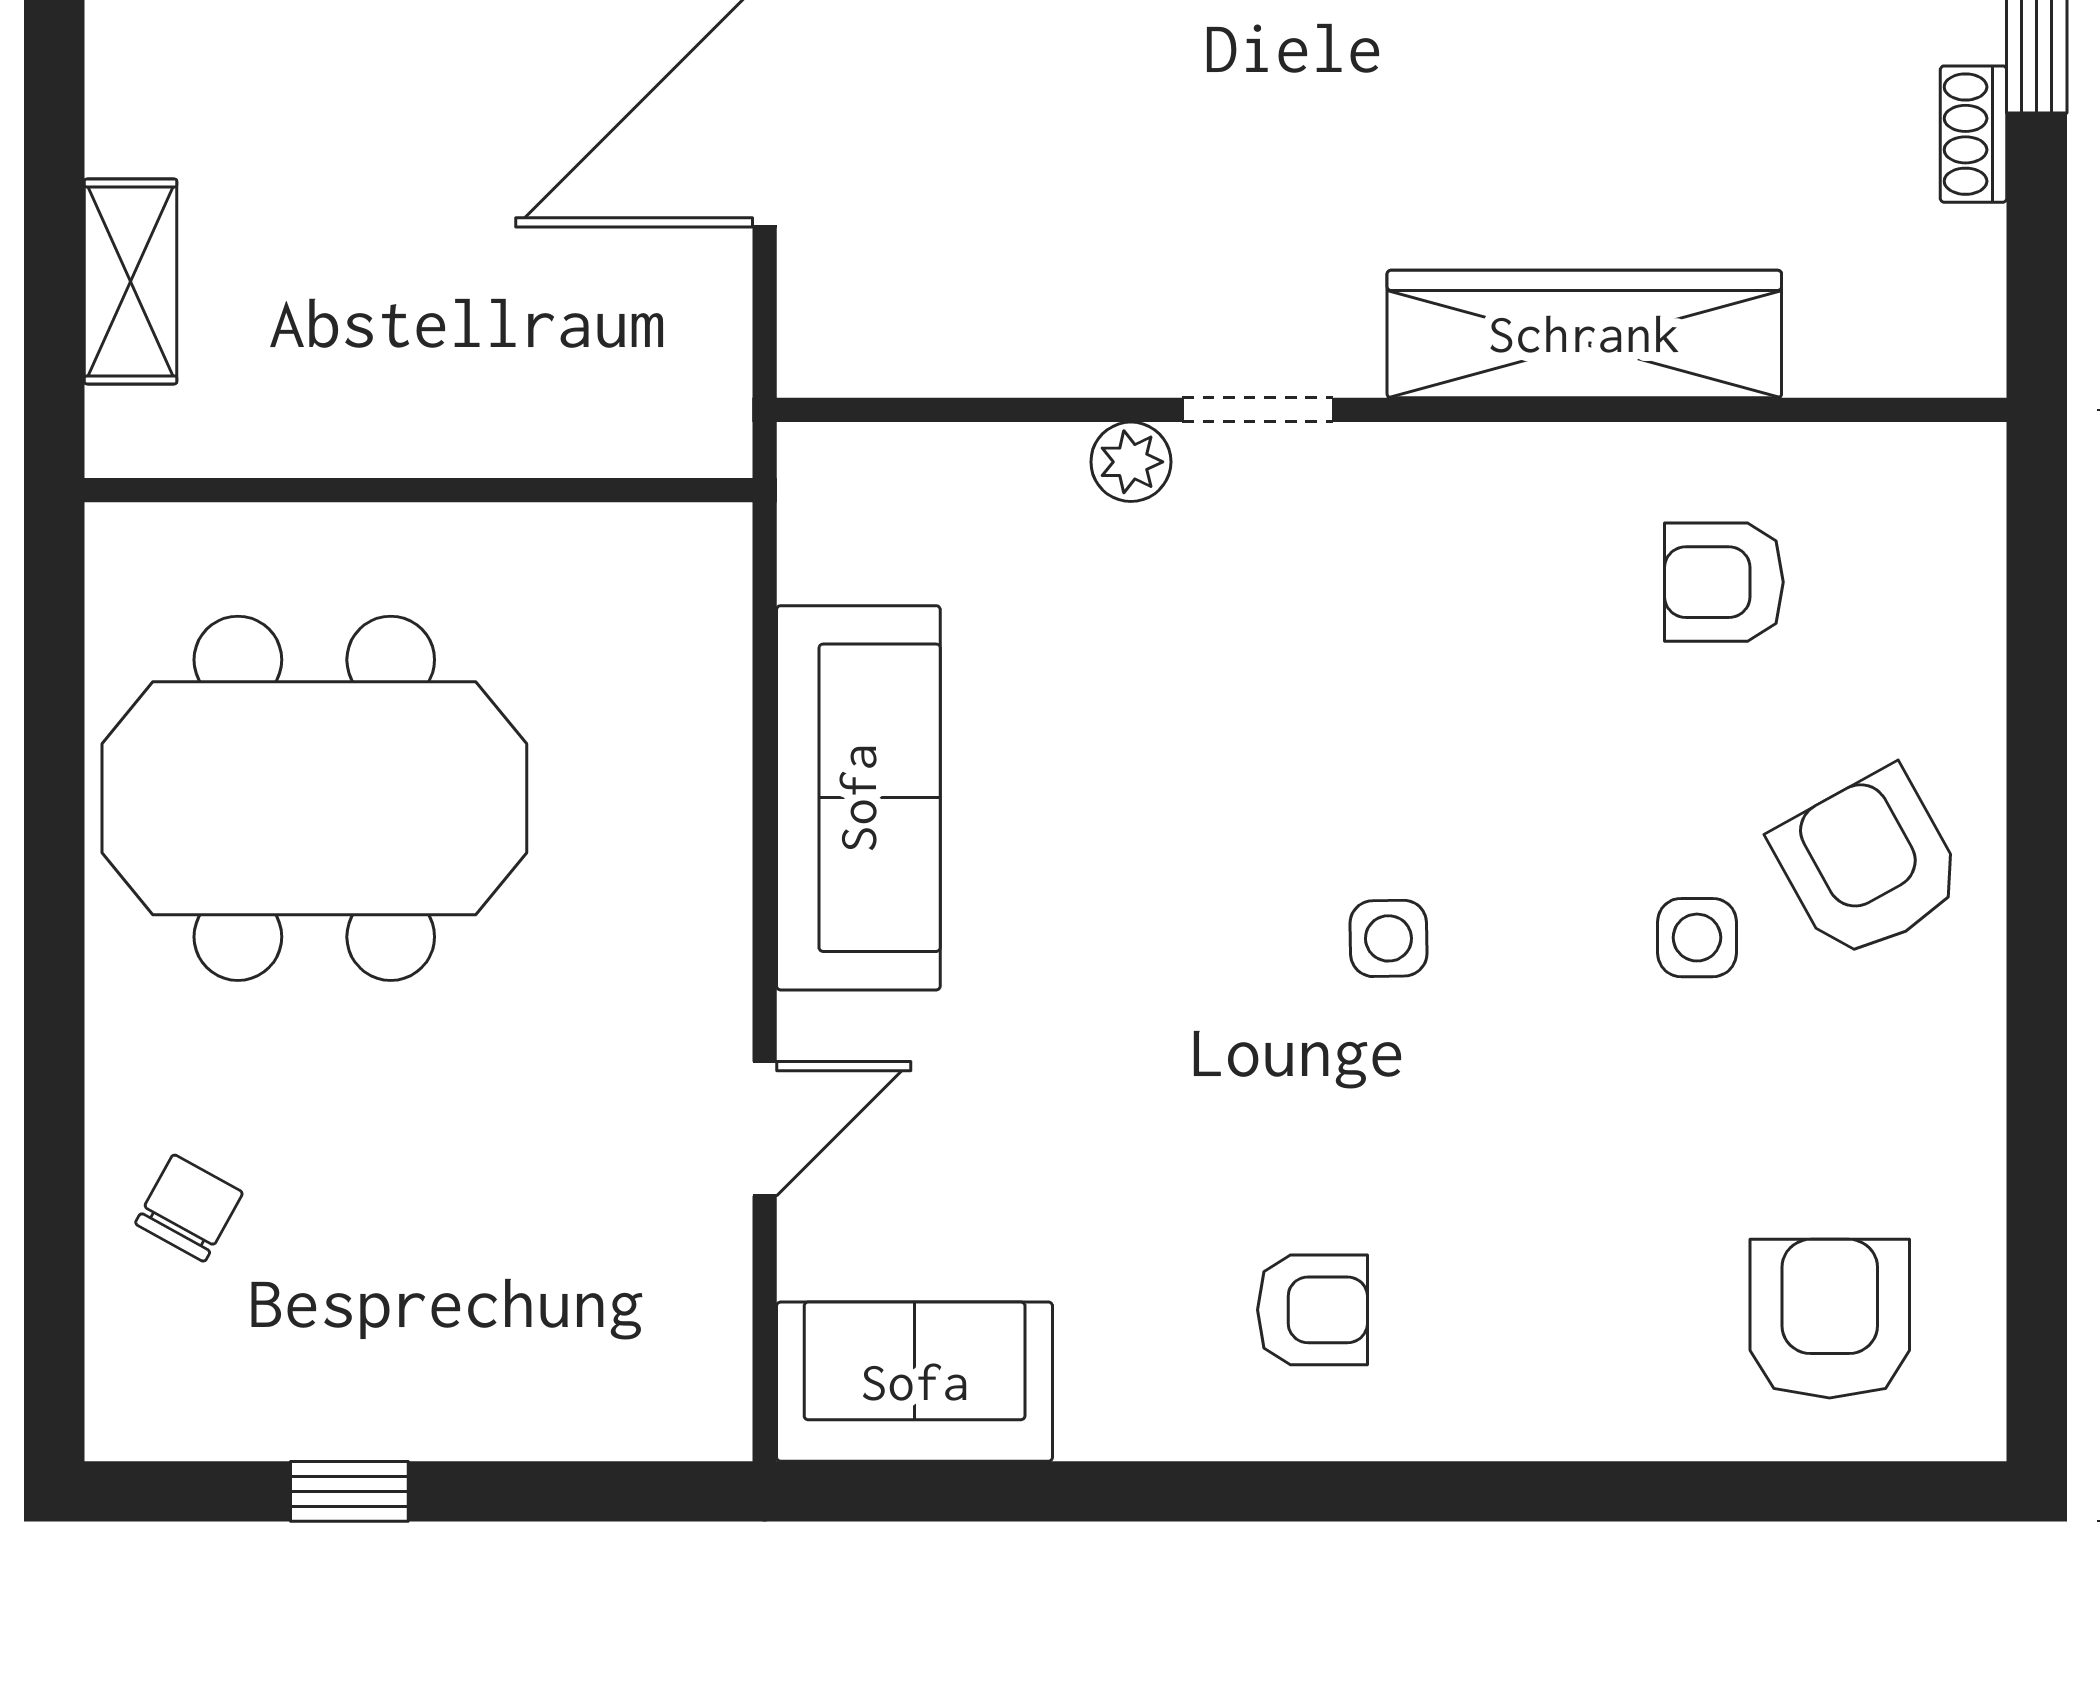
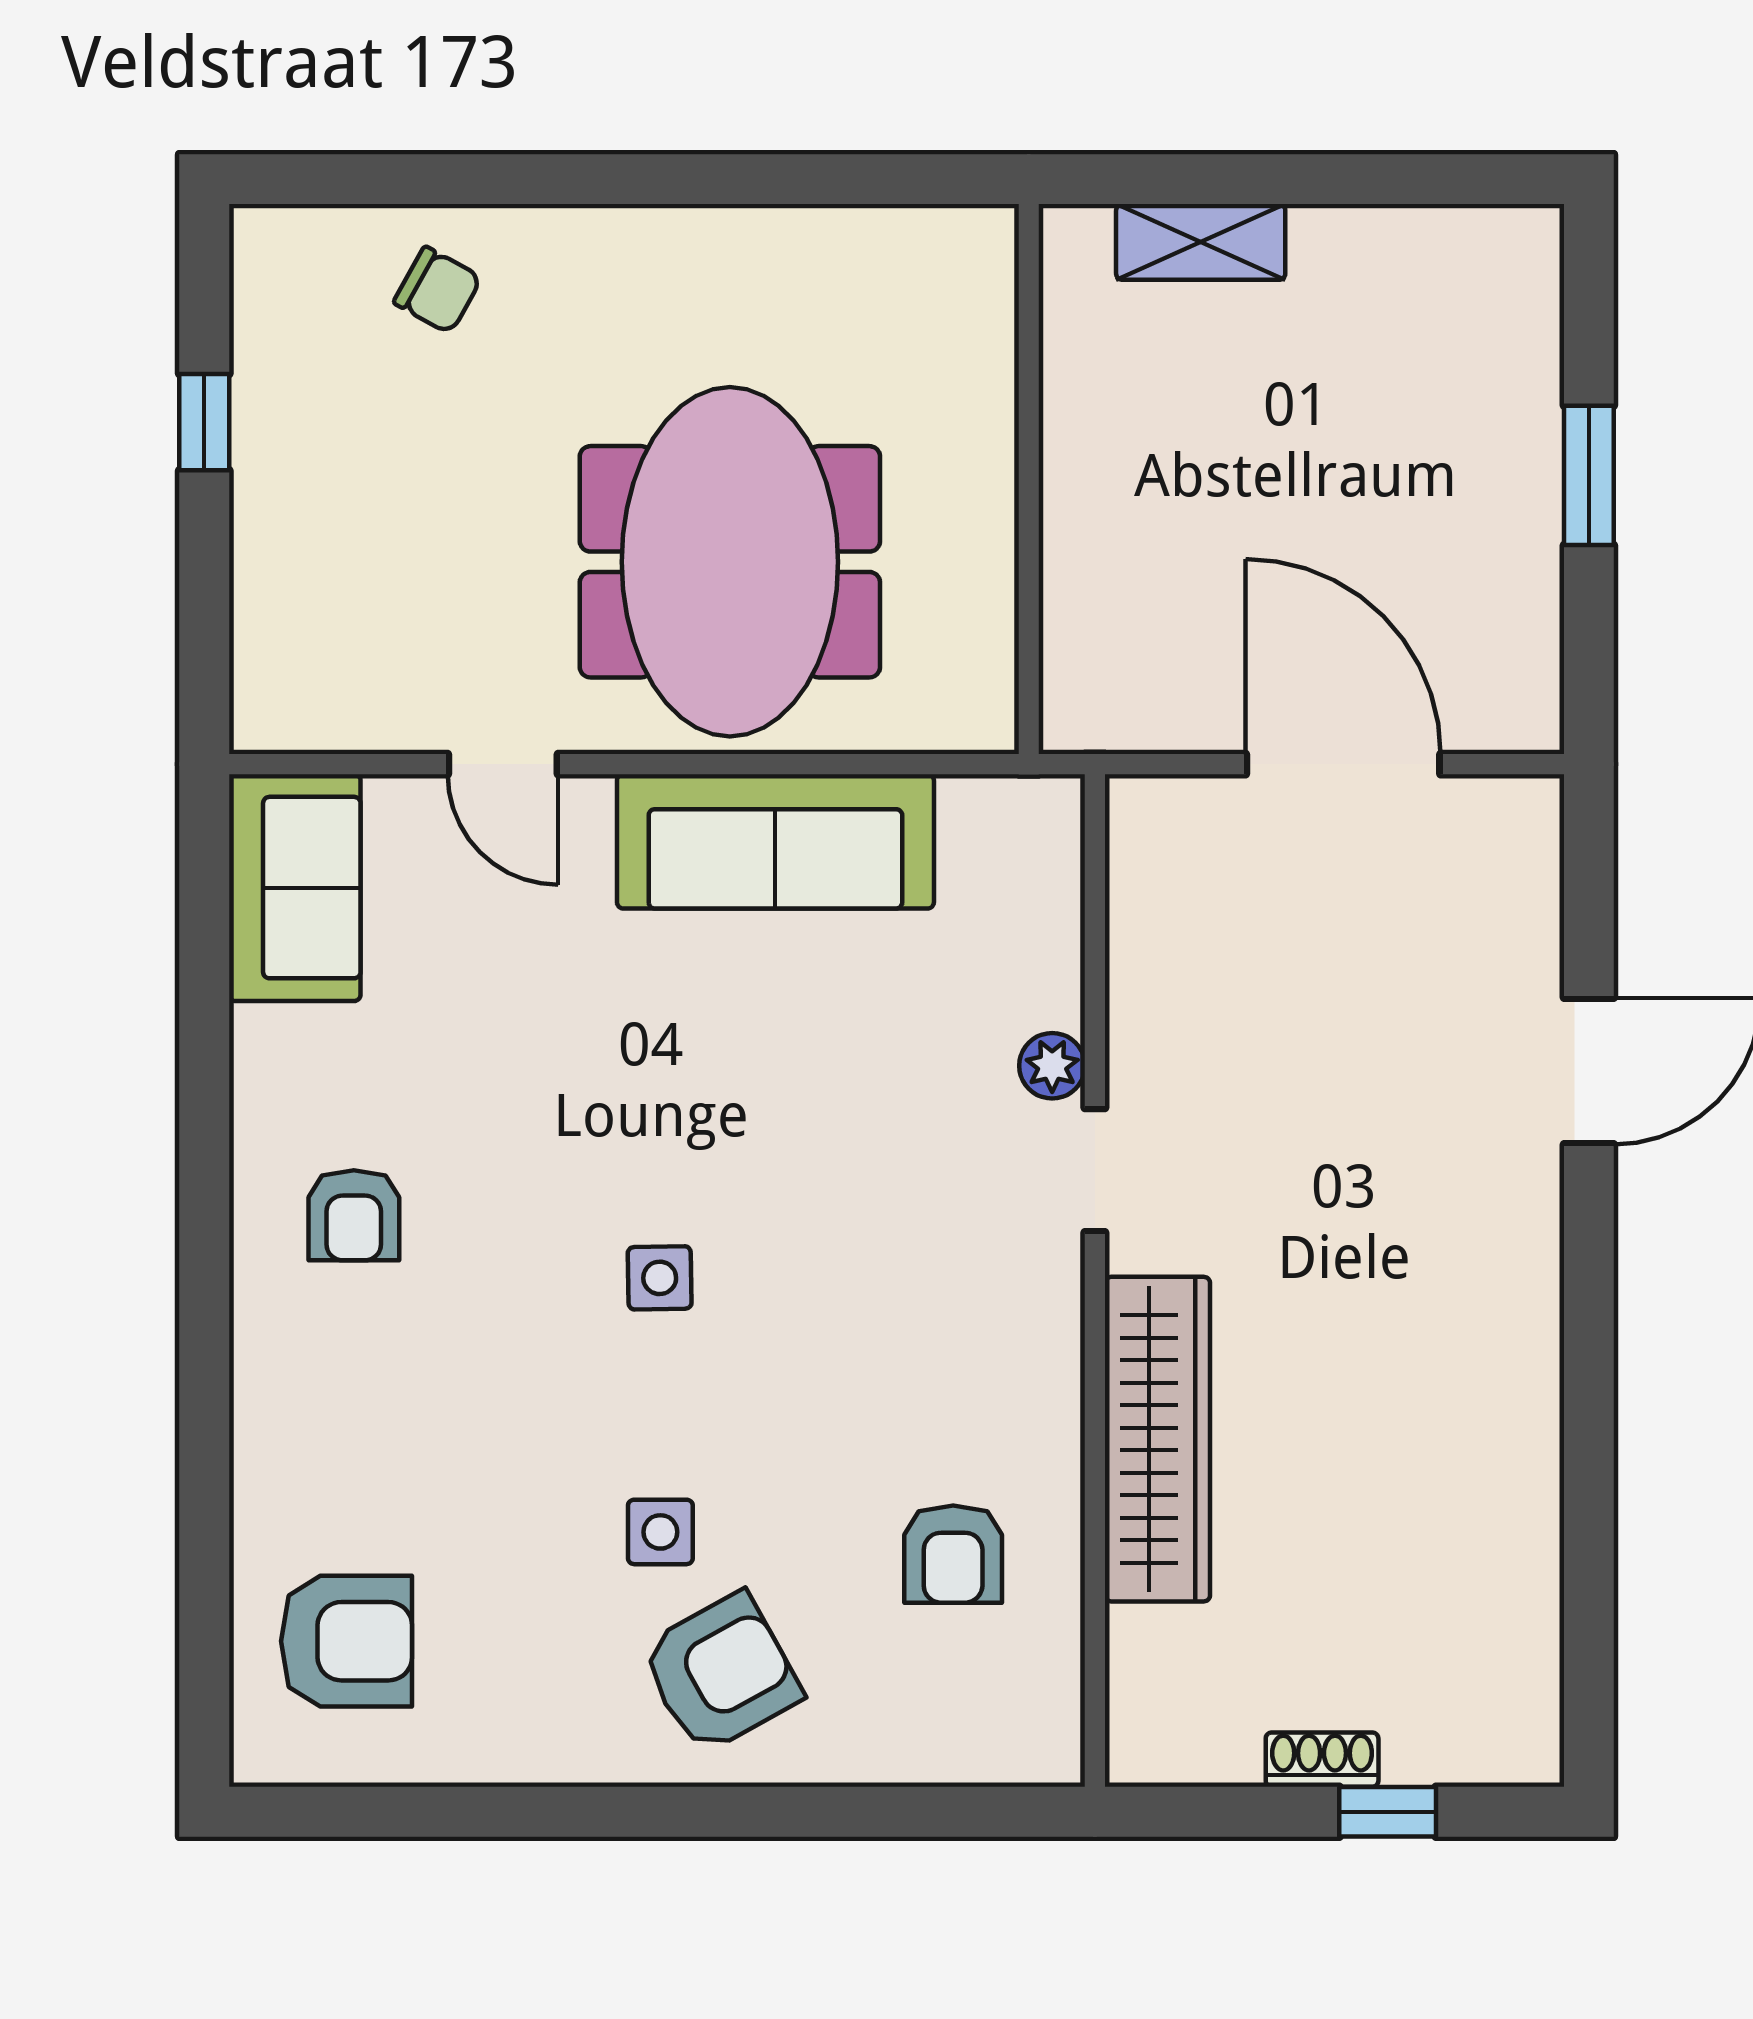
armchair: (1724, 582) -> (953, 1554), turned 180
meeting table: (314, 798) -> (730, 562), moved

